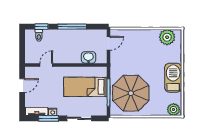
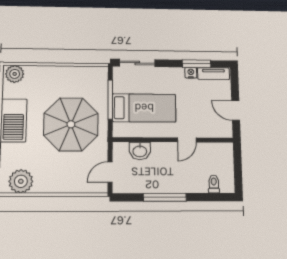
window: (41, 27) -> (210, 197), removed
door: (46, 65) -> (187, 140), moved
door: (22, 86) -> (236, 110), hinge flipped
parasol: (131, 93) -> (71, 124), moved
sliding door: (79, 118) -> (137, 63), moved

